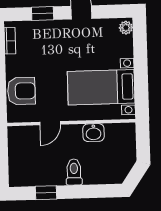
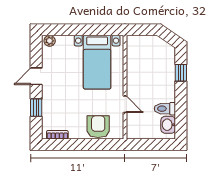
washbasin: (94, 133) -> (168, 125), moved, turned 180
toilet: (74, 172) -> (165, 109), moved
window: (46, 193) -> (181, 73), moved

